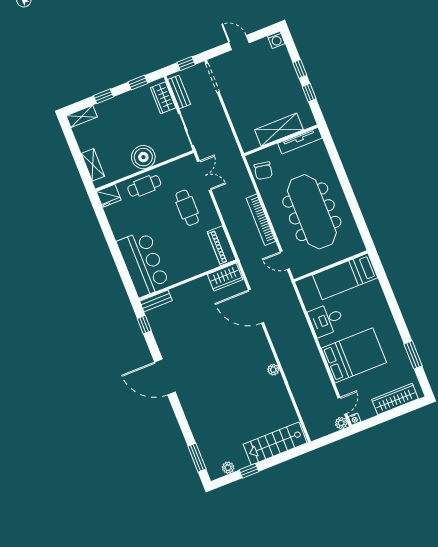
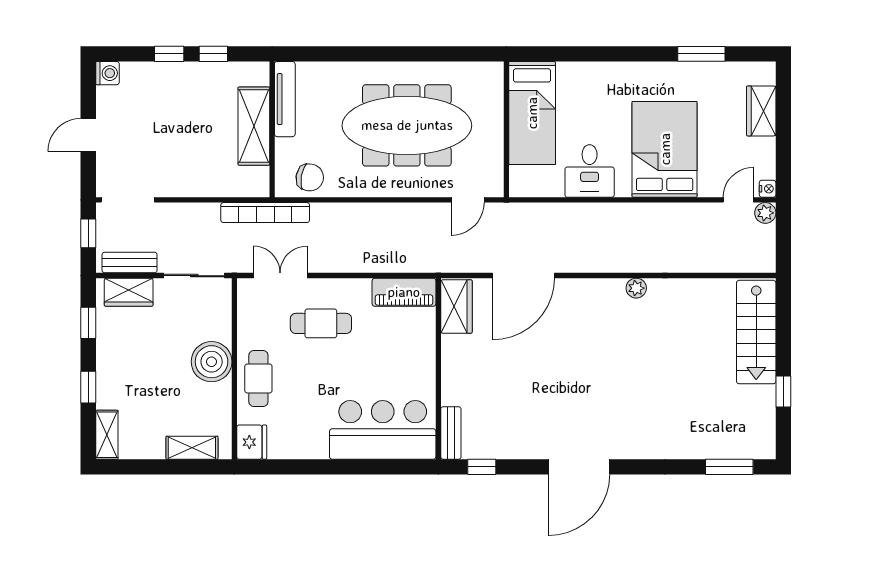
bookcase: (261, 220) -> (265, 213), moved
wardrobe: (395, 399) -> (761, 111), width x0.67
door: (342, 406) -> (738, 200), hinge flipped
plant: (228, 468) -> (765, 423), removed

